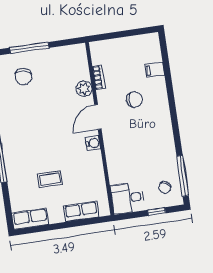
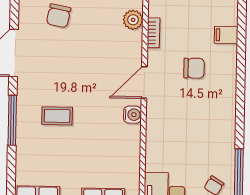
plant: (84, 89) -> (133, 20), moved
coffee table: (50, 179) -> (57, 116), moved

